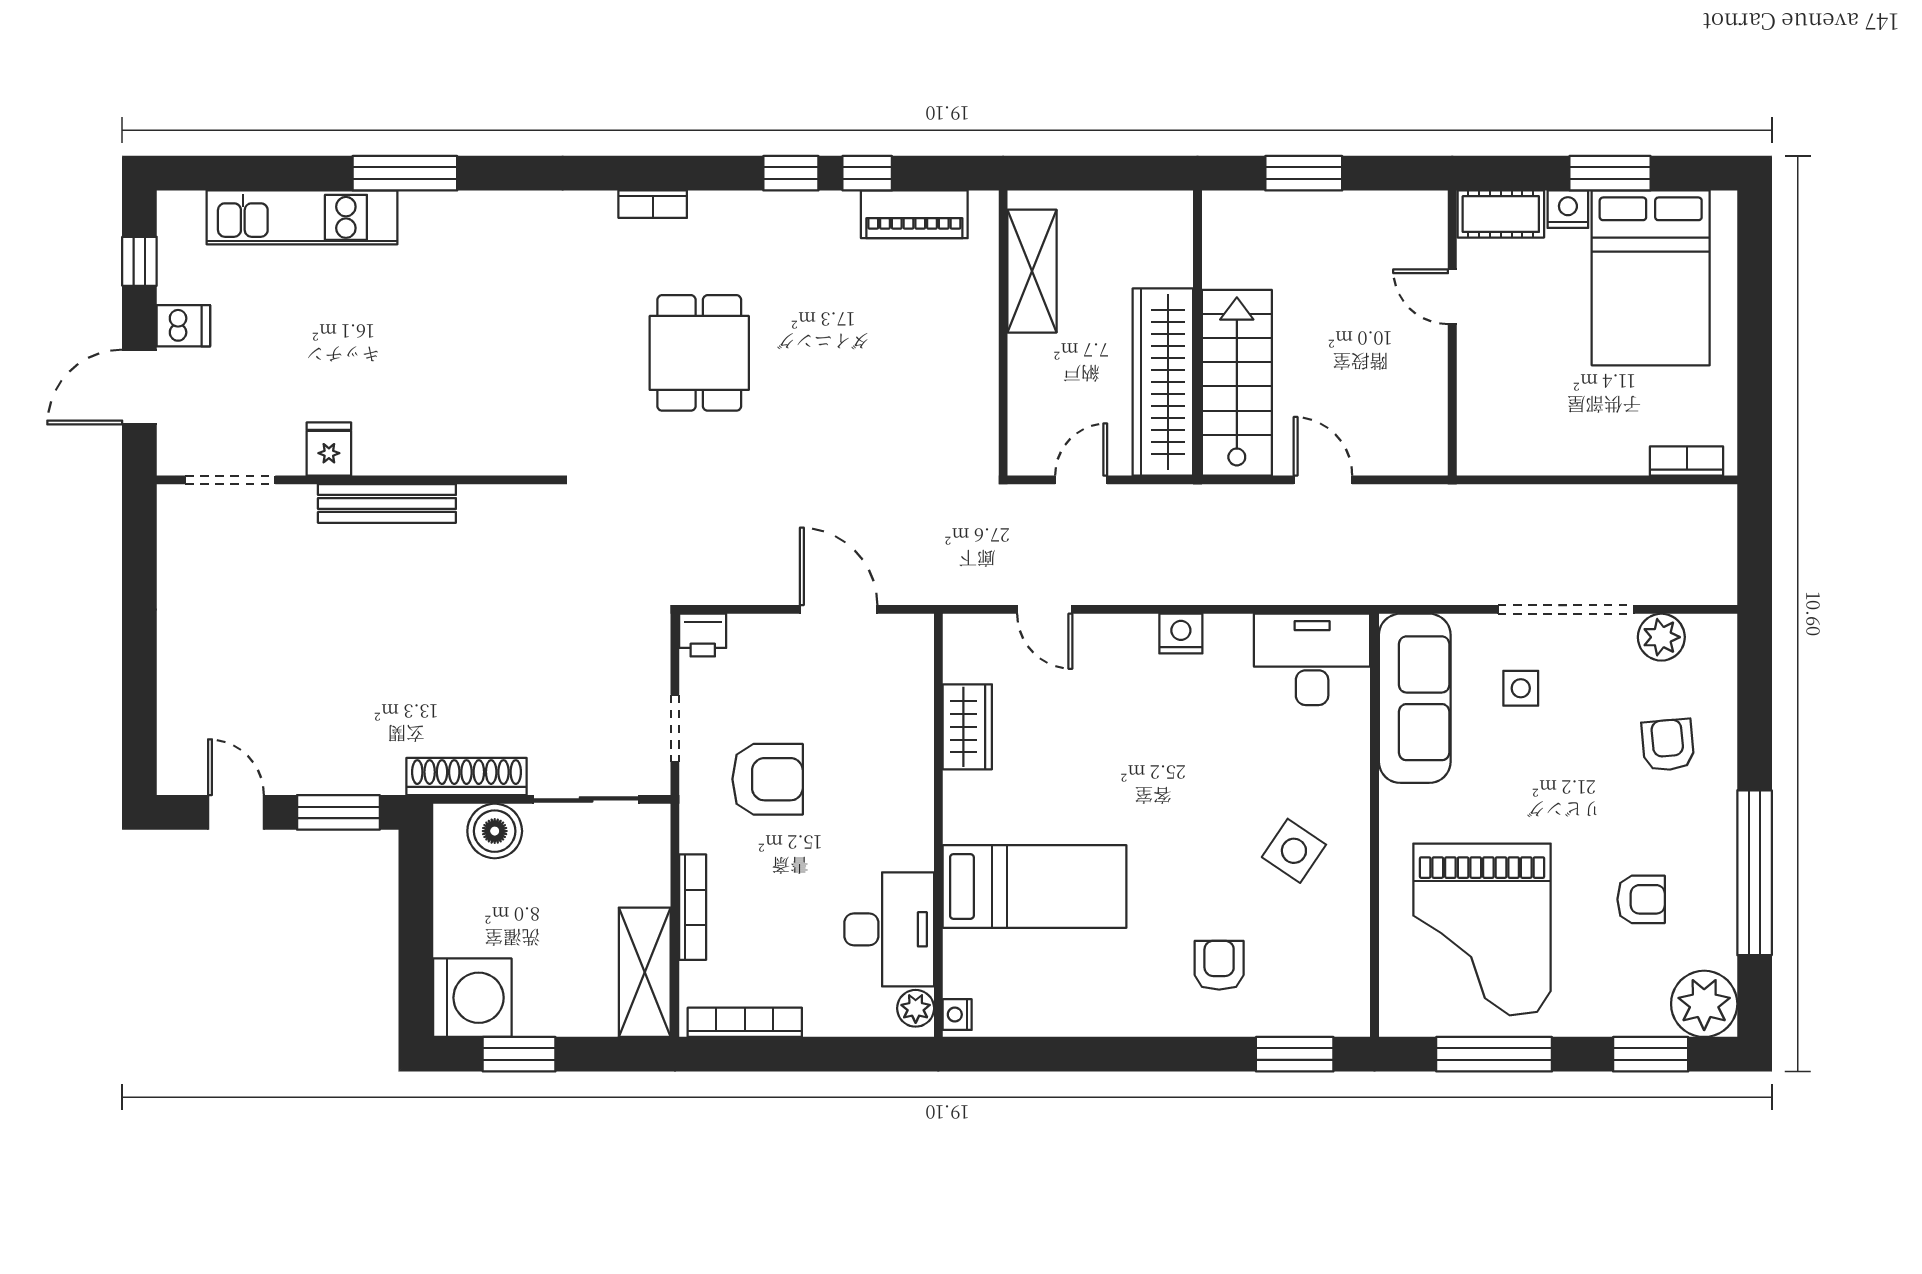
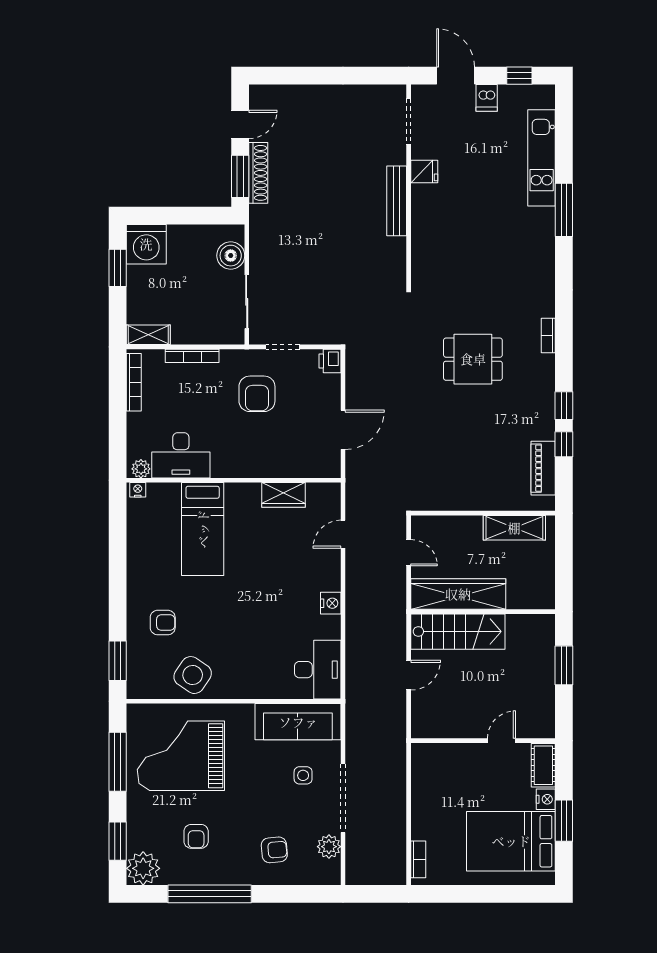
shoe rack: (467, 777) -> (258, 173), moved
side table: (1294, 851) -> (193, 675), moved, width x1.37, depth x1.37
shelving: (645, 972) -> (148, 335), width x0.67, depth x0.75

